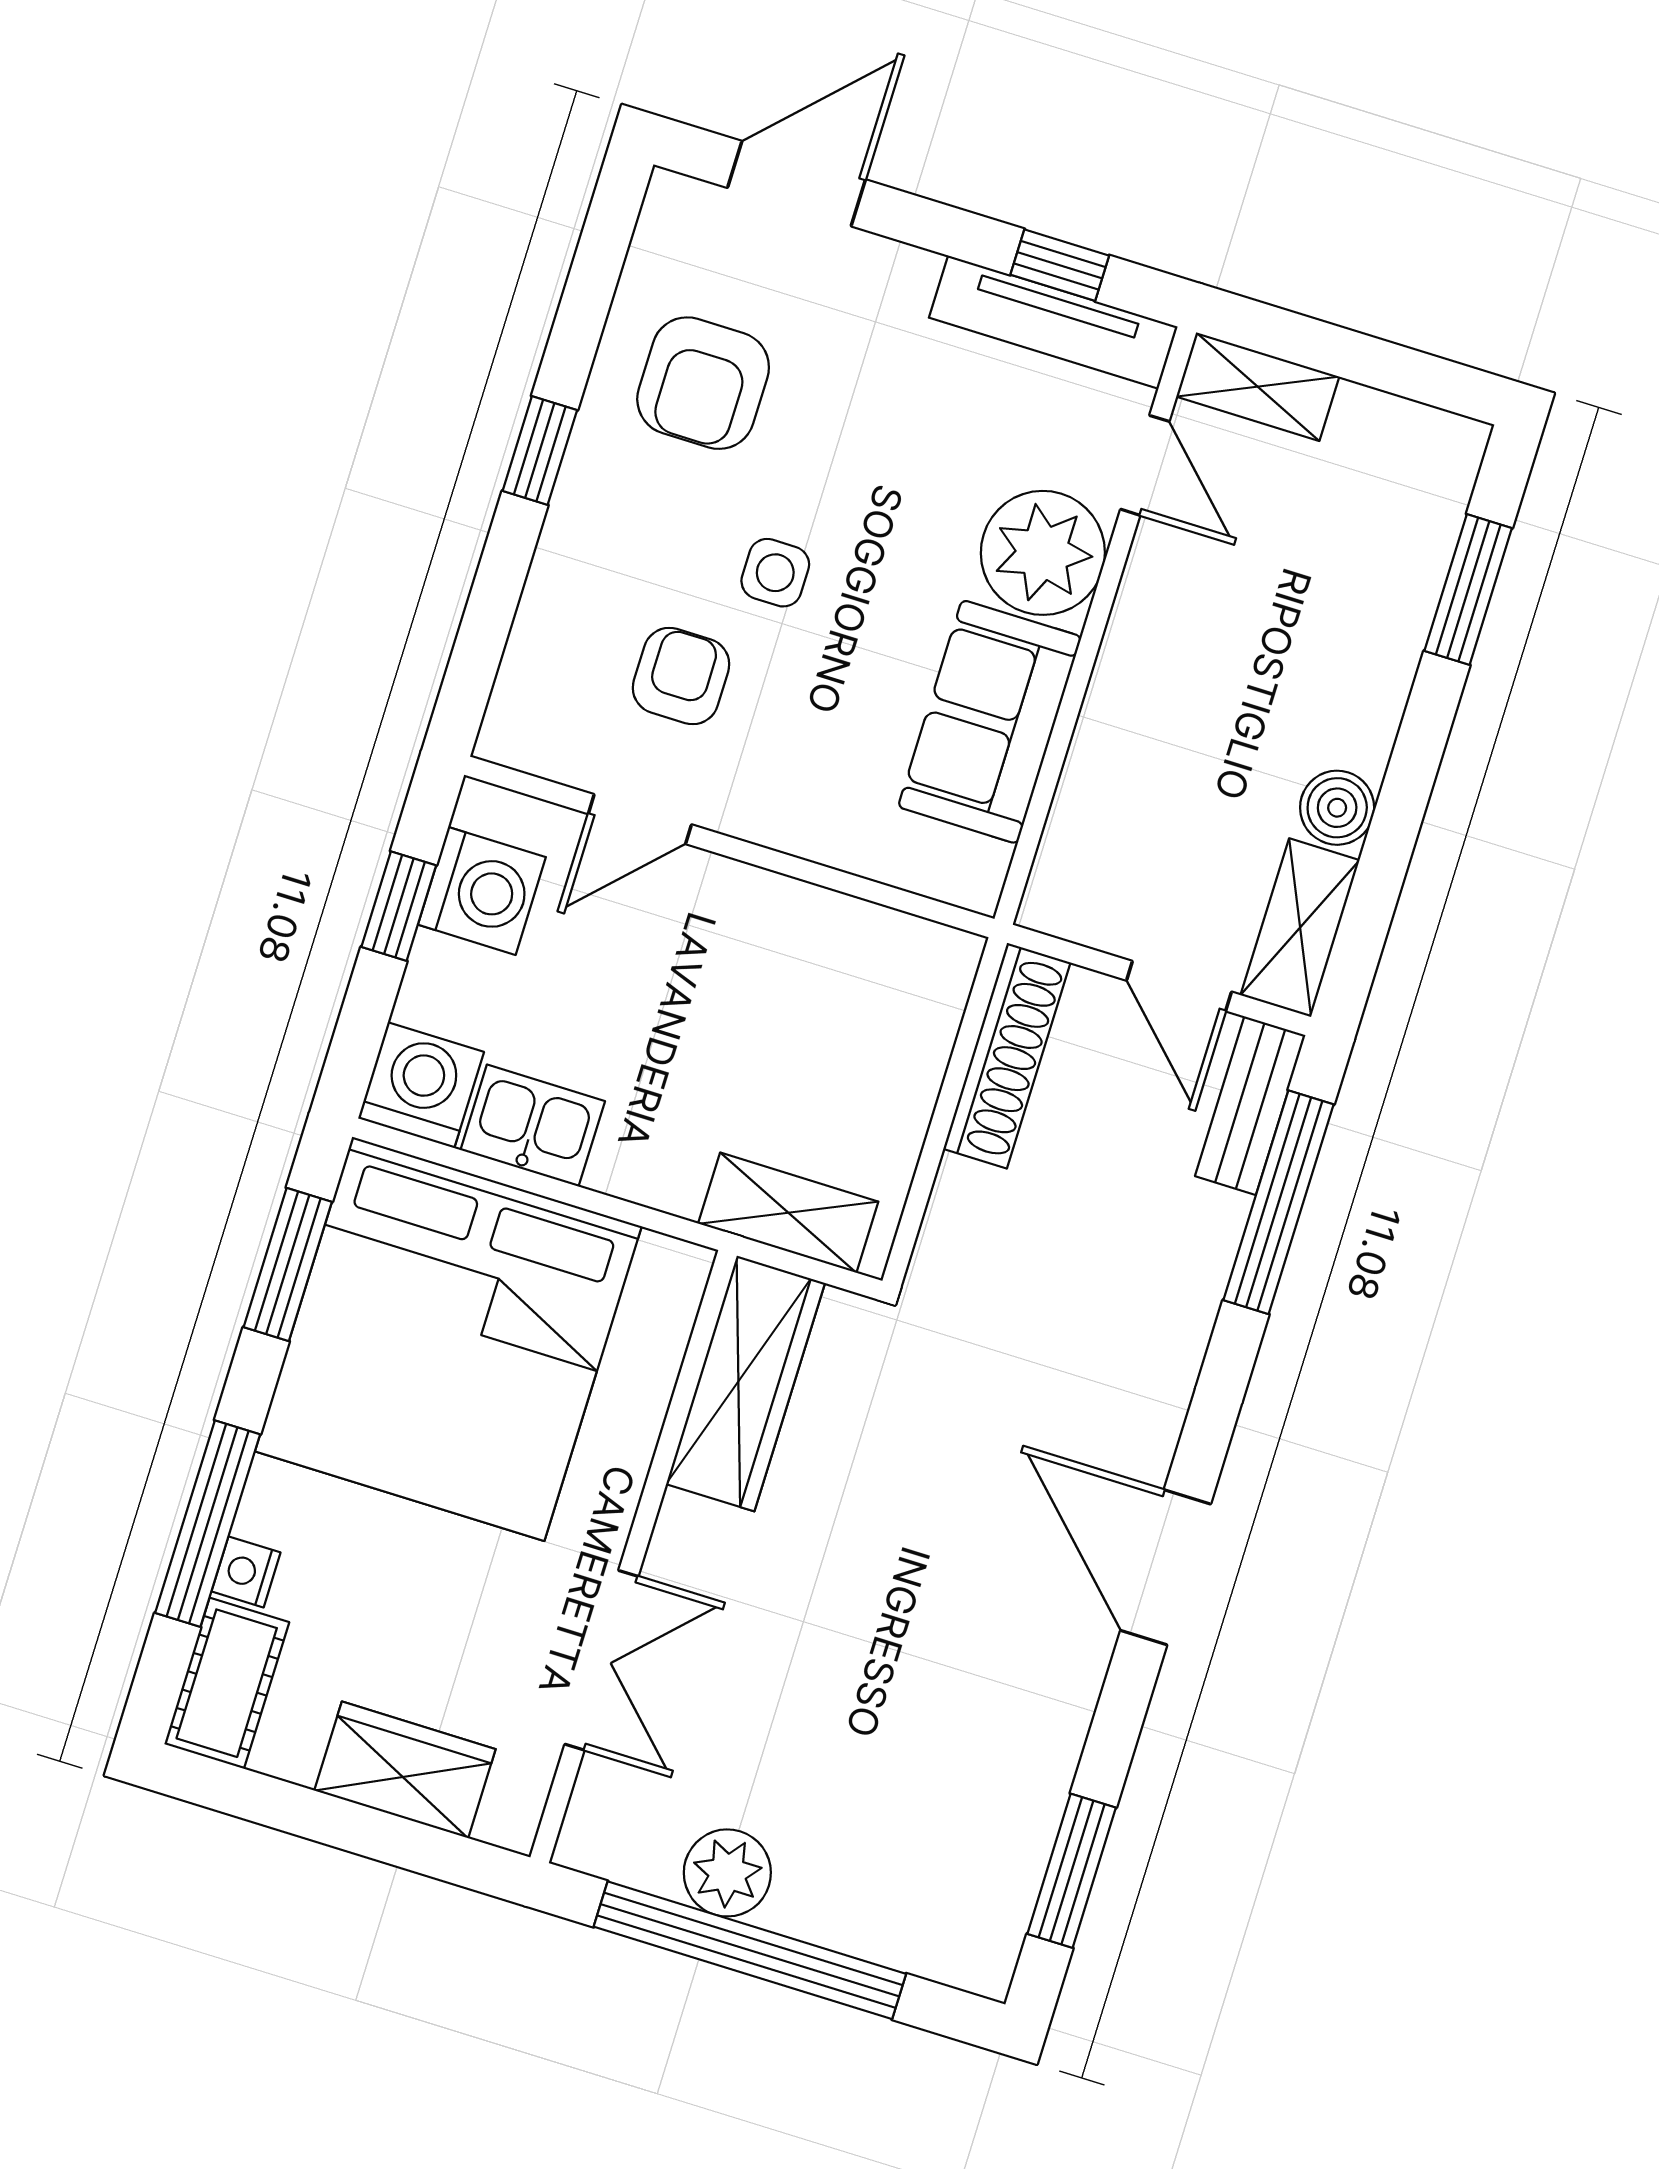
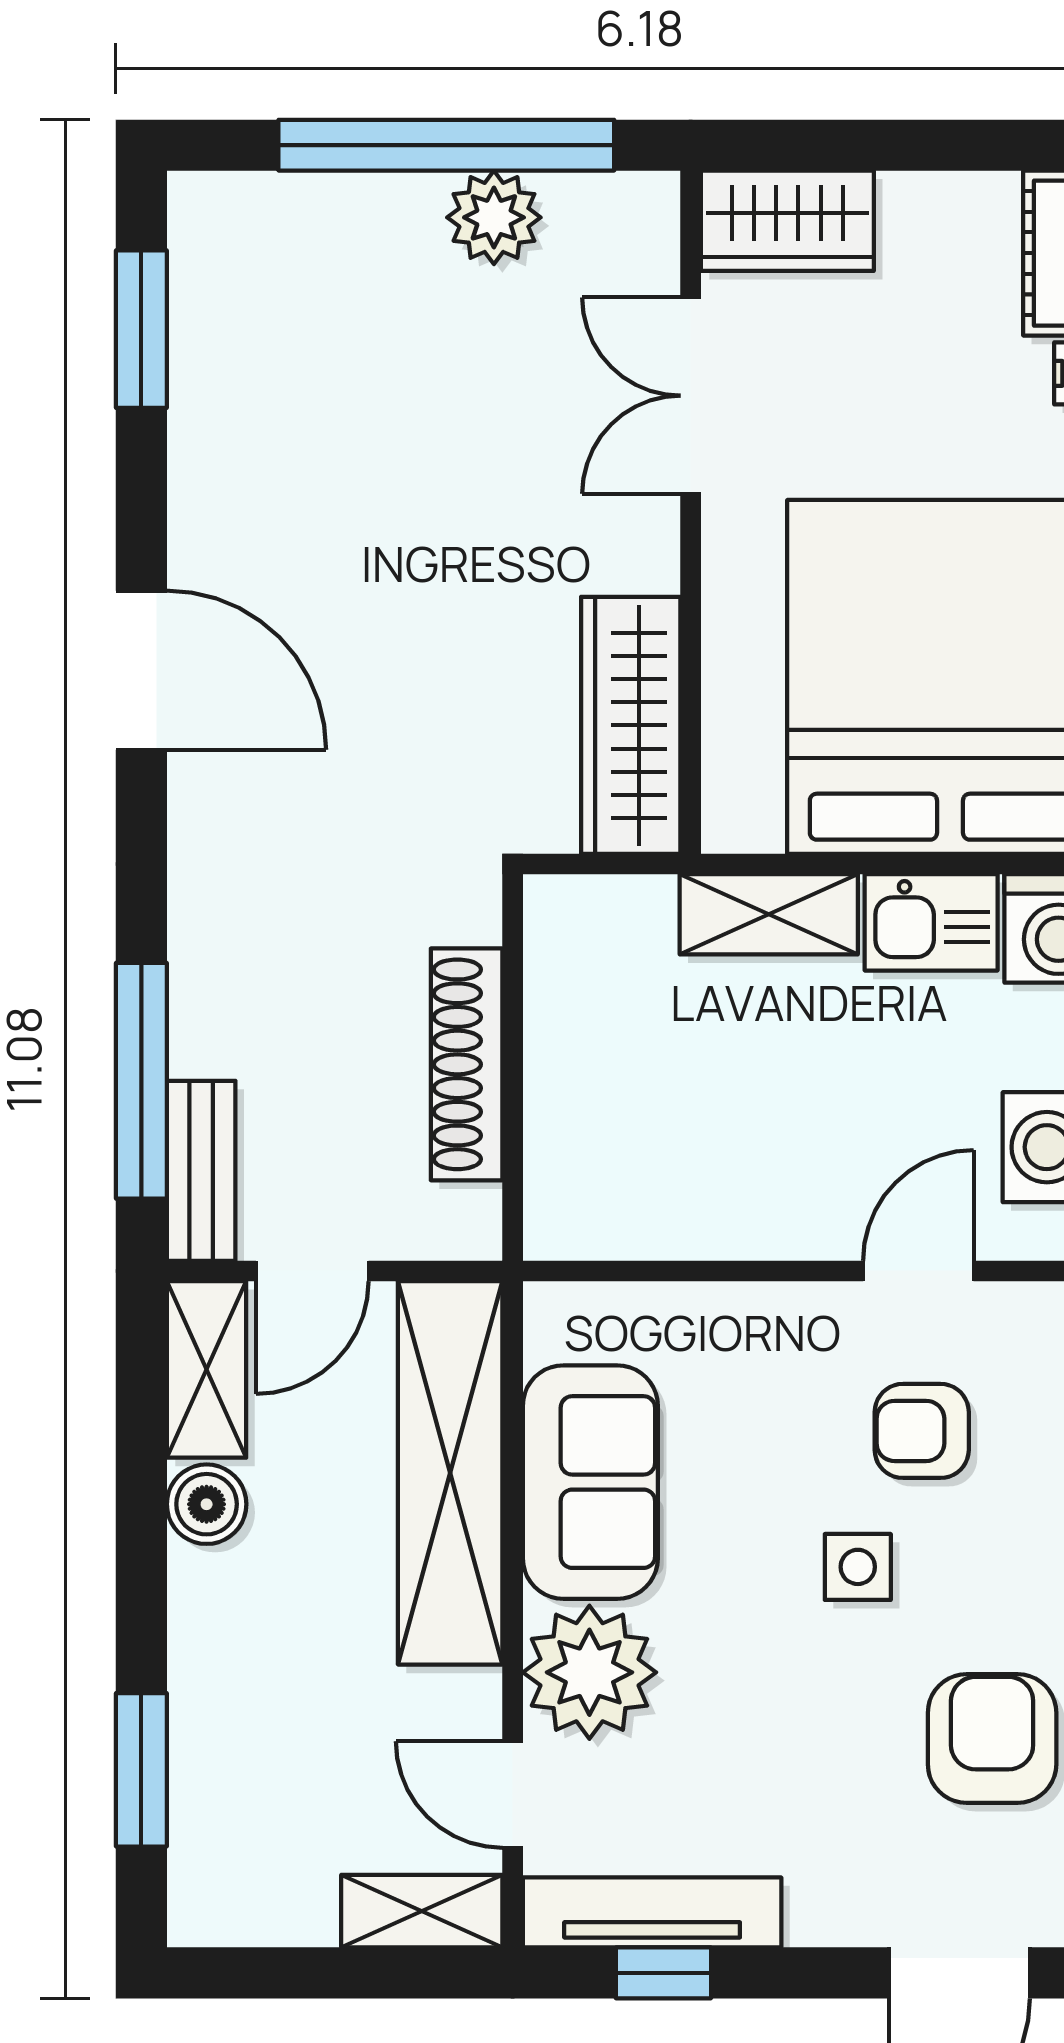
armchair: (681, 676) -> (922, 1431), turned 90
shelving: (1112, 769) -> (450, 1473), added
door: (1179, 986) -> (312, 1271), swing flipped
shoe rack: (1007, 1056) -> (467, 1064), moved
shelving: (788, 1213) -> (769, 914), moved
wardrobe: (405, 1770) -> (787, 221), moved

